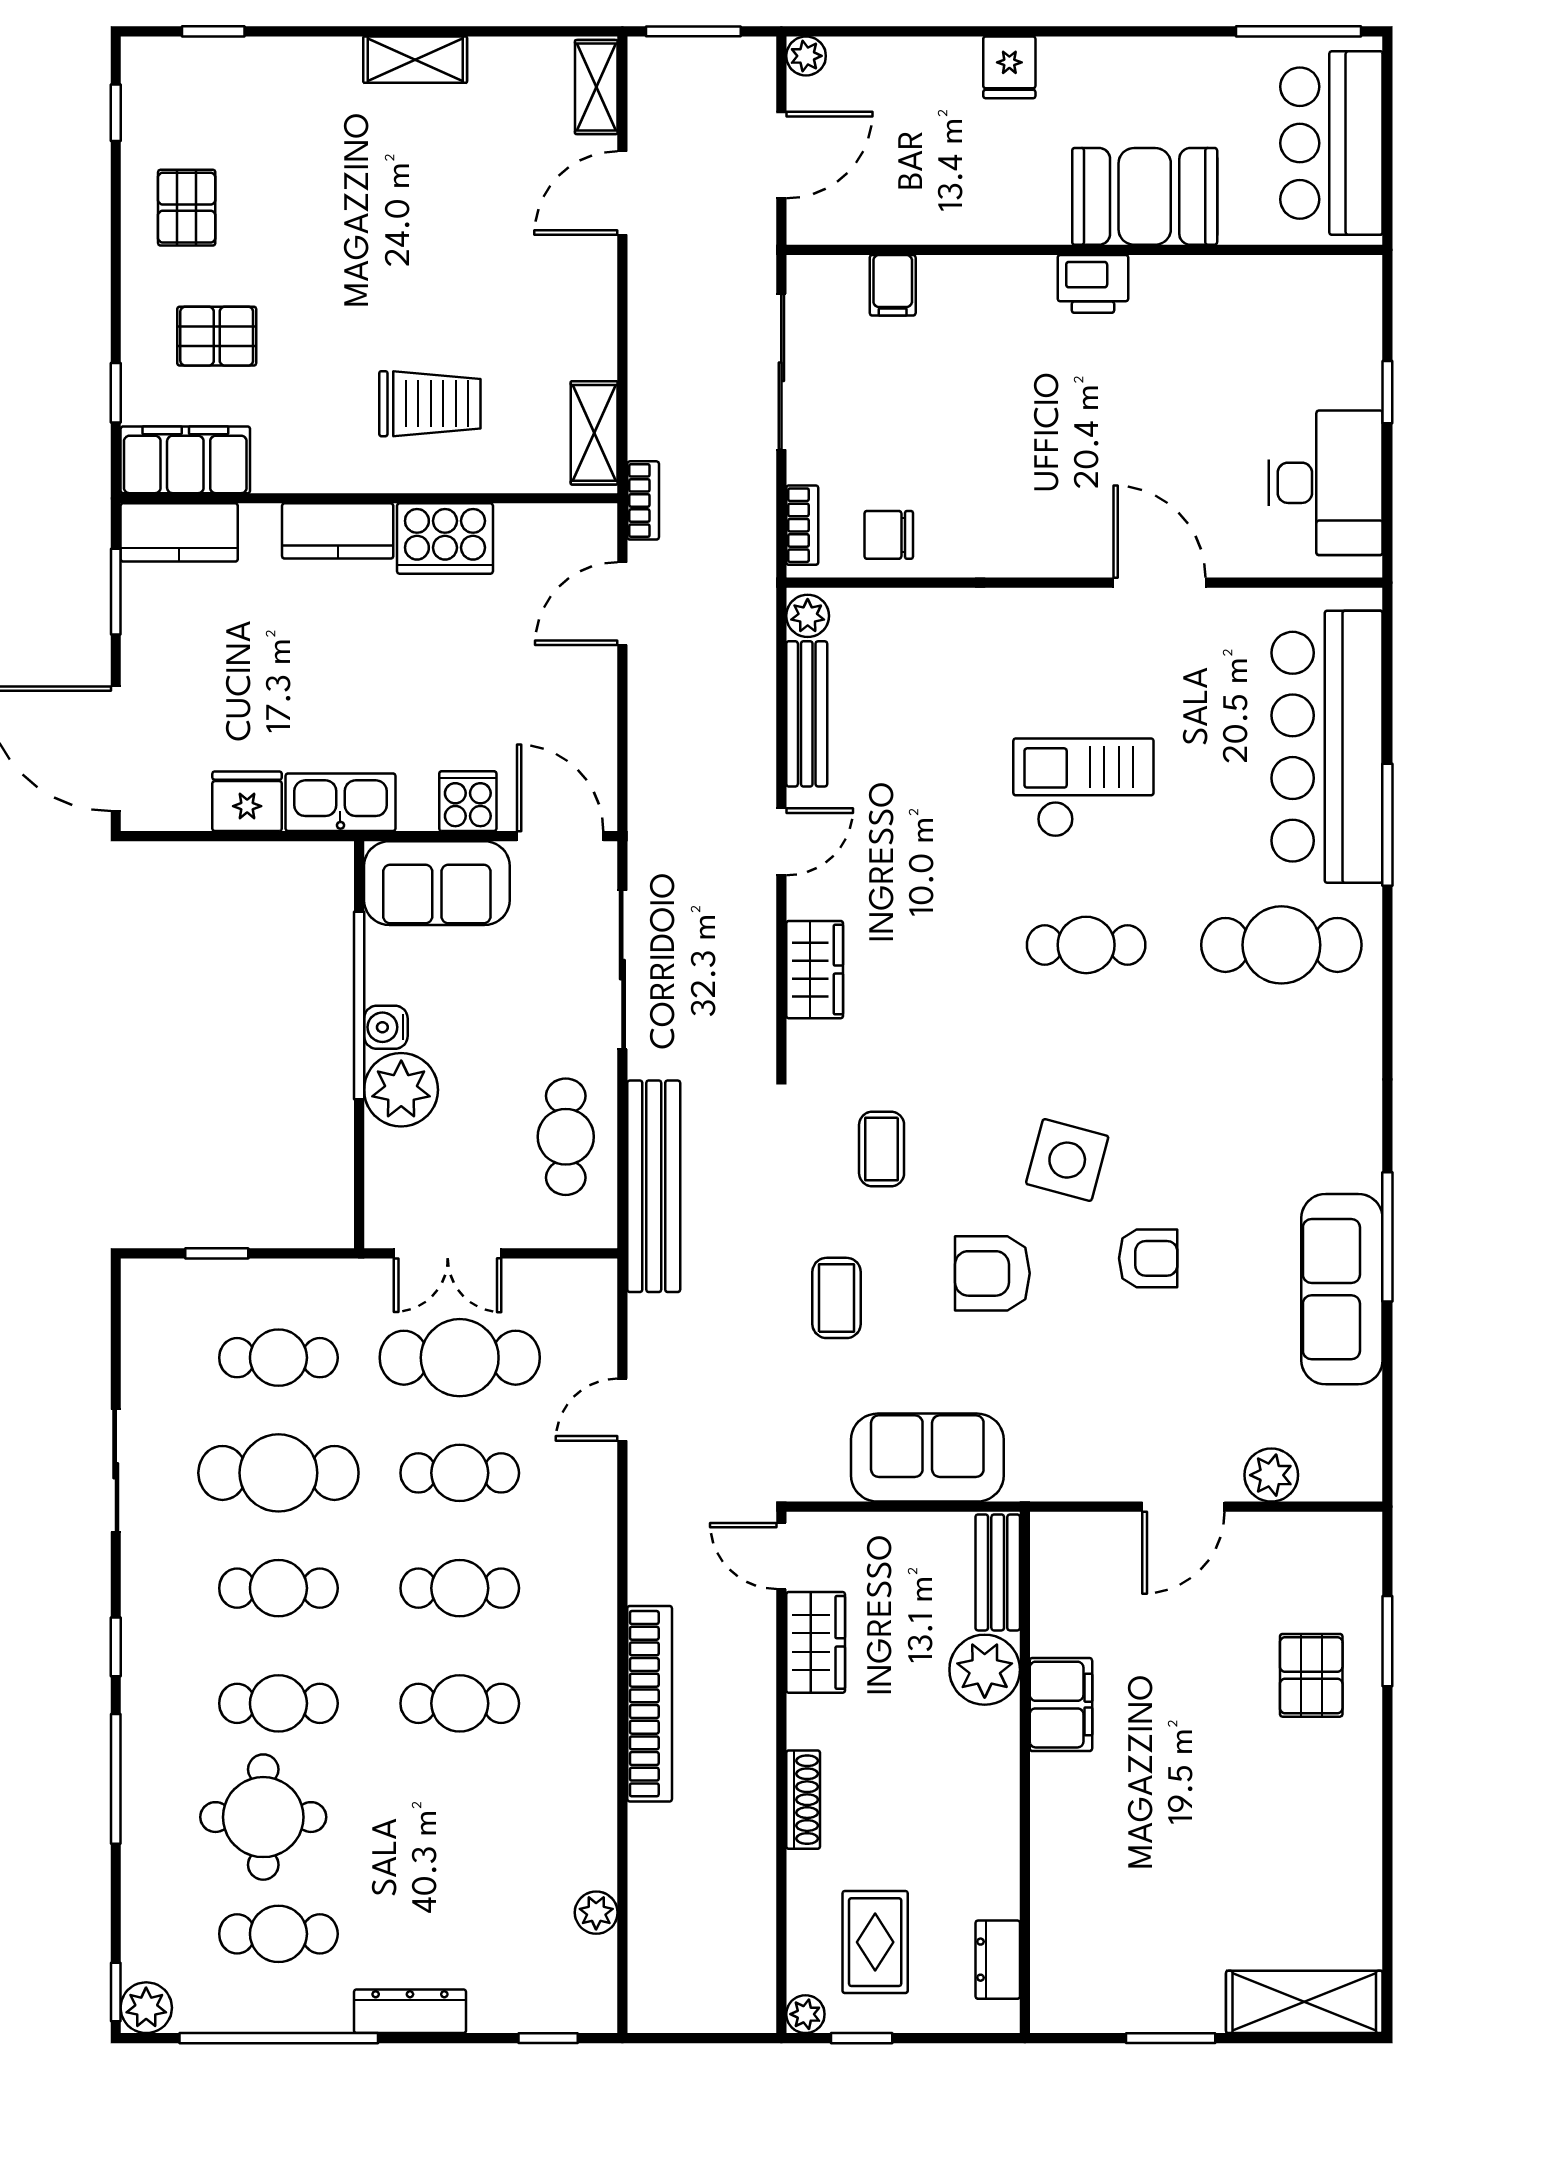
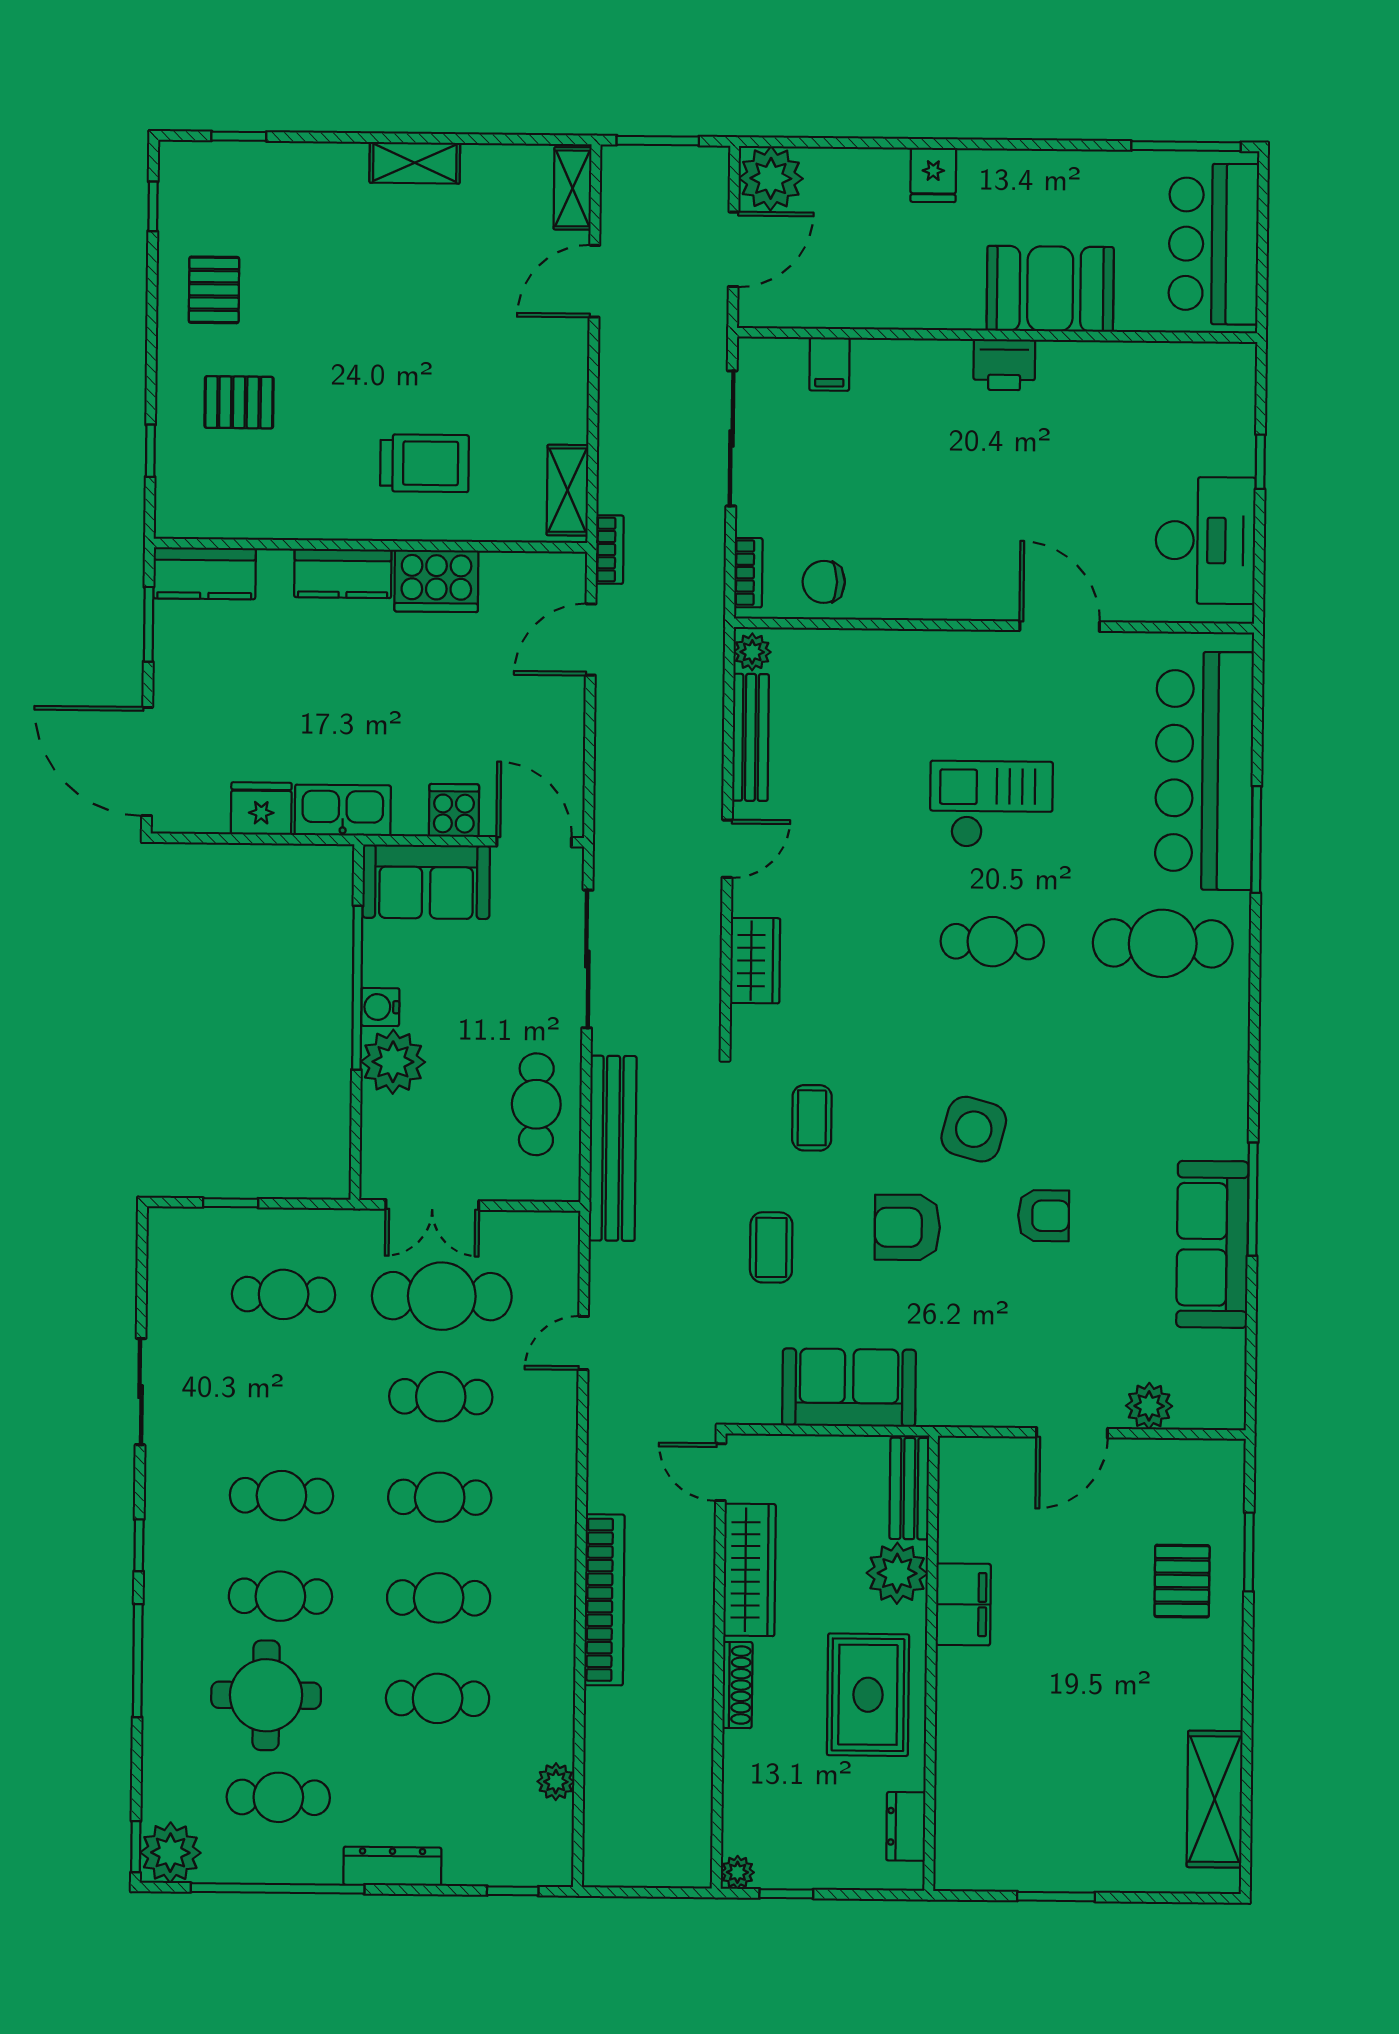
plant: (806, 56) -> (771, 178), width x1.88, depth x1.88
filing cabinet: (185, 460) -> (210, 510), removed
cafe table: (278, 1473) -> (438, 1698), moved, width x0.73, depth x0.74
wardrobe: (816, 1642) -> (750, 1570), width x1.50
rug: (875, 1942) -> (868, 1695), moved, width x1.36, depth x1.43
shelving: (1304, 2002) -> (1215, 1799), moved, turned 90
plant: (146, 2008) -> (170, 1853), width x1.36, depth x1.36

